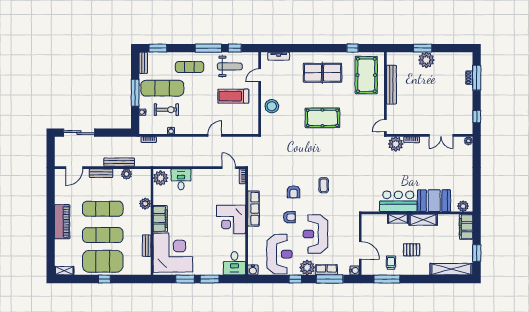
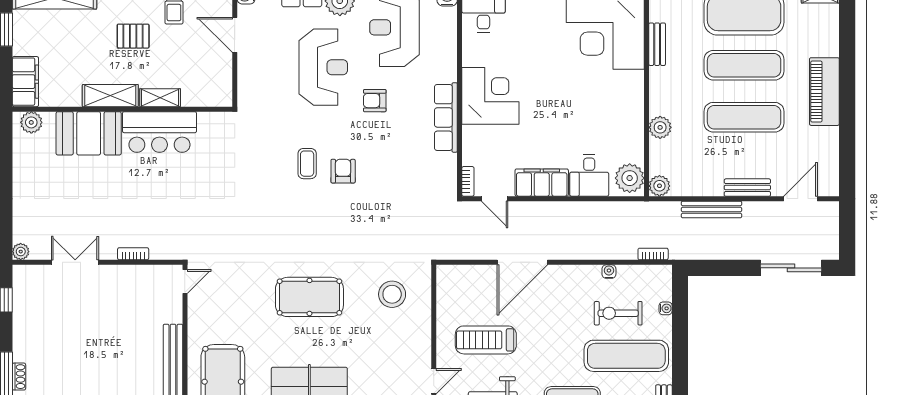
window: (135, 93) -> (680, 347), removed
treadmill: (233, 96) -> (486, 340), turned 180
stool: (272, 106) -> (392, 294), moved
door: (215, 135) -> (522, 262), width x1.88
plant: (396, 144) -> (165, 245), removed
plant: (127, 174) -> (659, 186), moved
armchair: (294, 192) -> (343, 171), moved
filing cabinet: (160, 219) -> (542, 183), moved, turned 90

